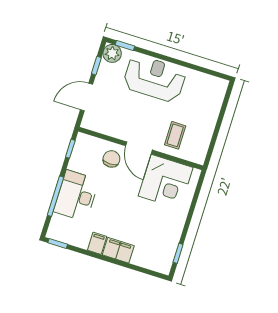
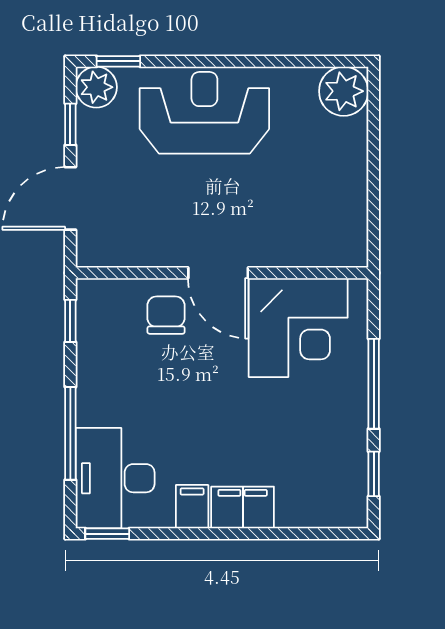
plant: (216, 88) -> (344, 91), added
coffee table: (175, 135) -> (287, 221), removed
desk: (76, 196) -> (115, 478), moved
window: (190, 215) -> (374, 384), added

